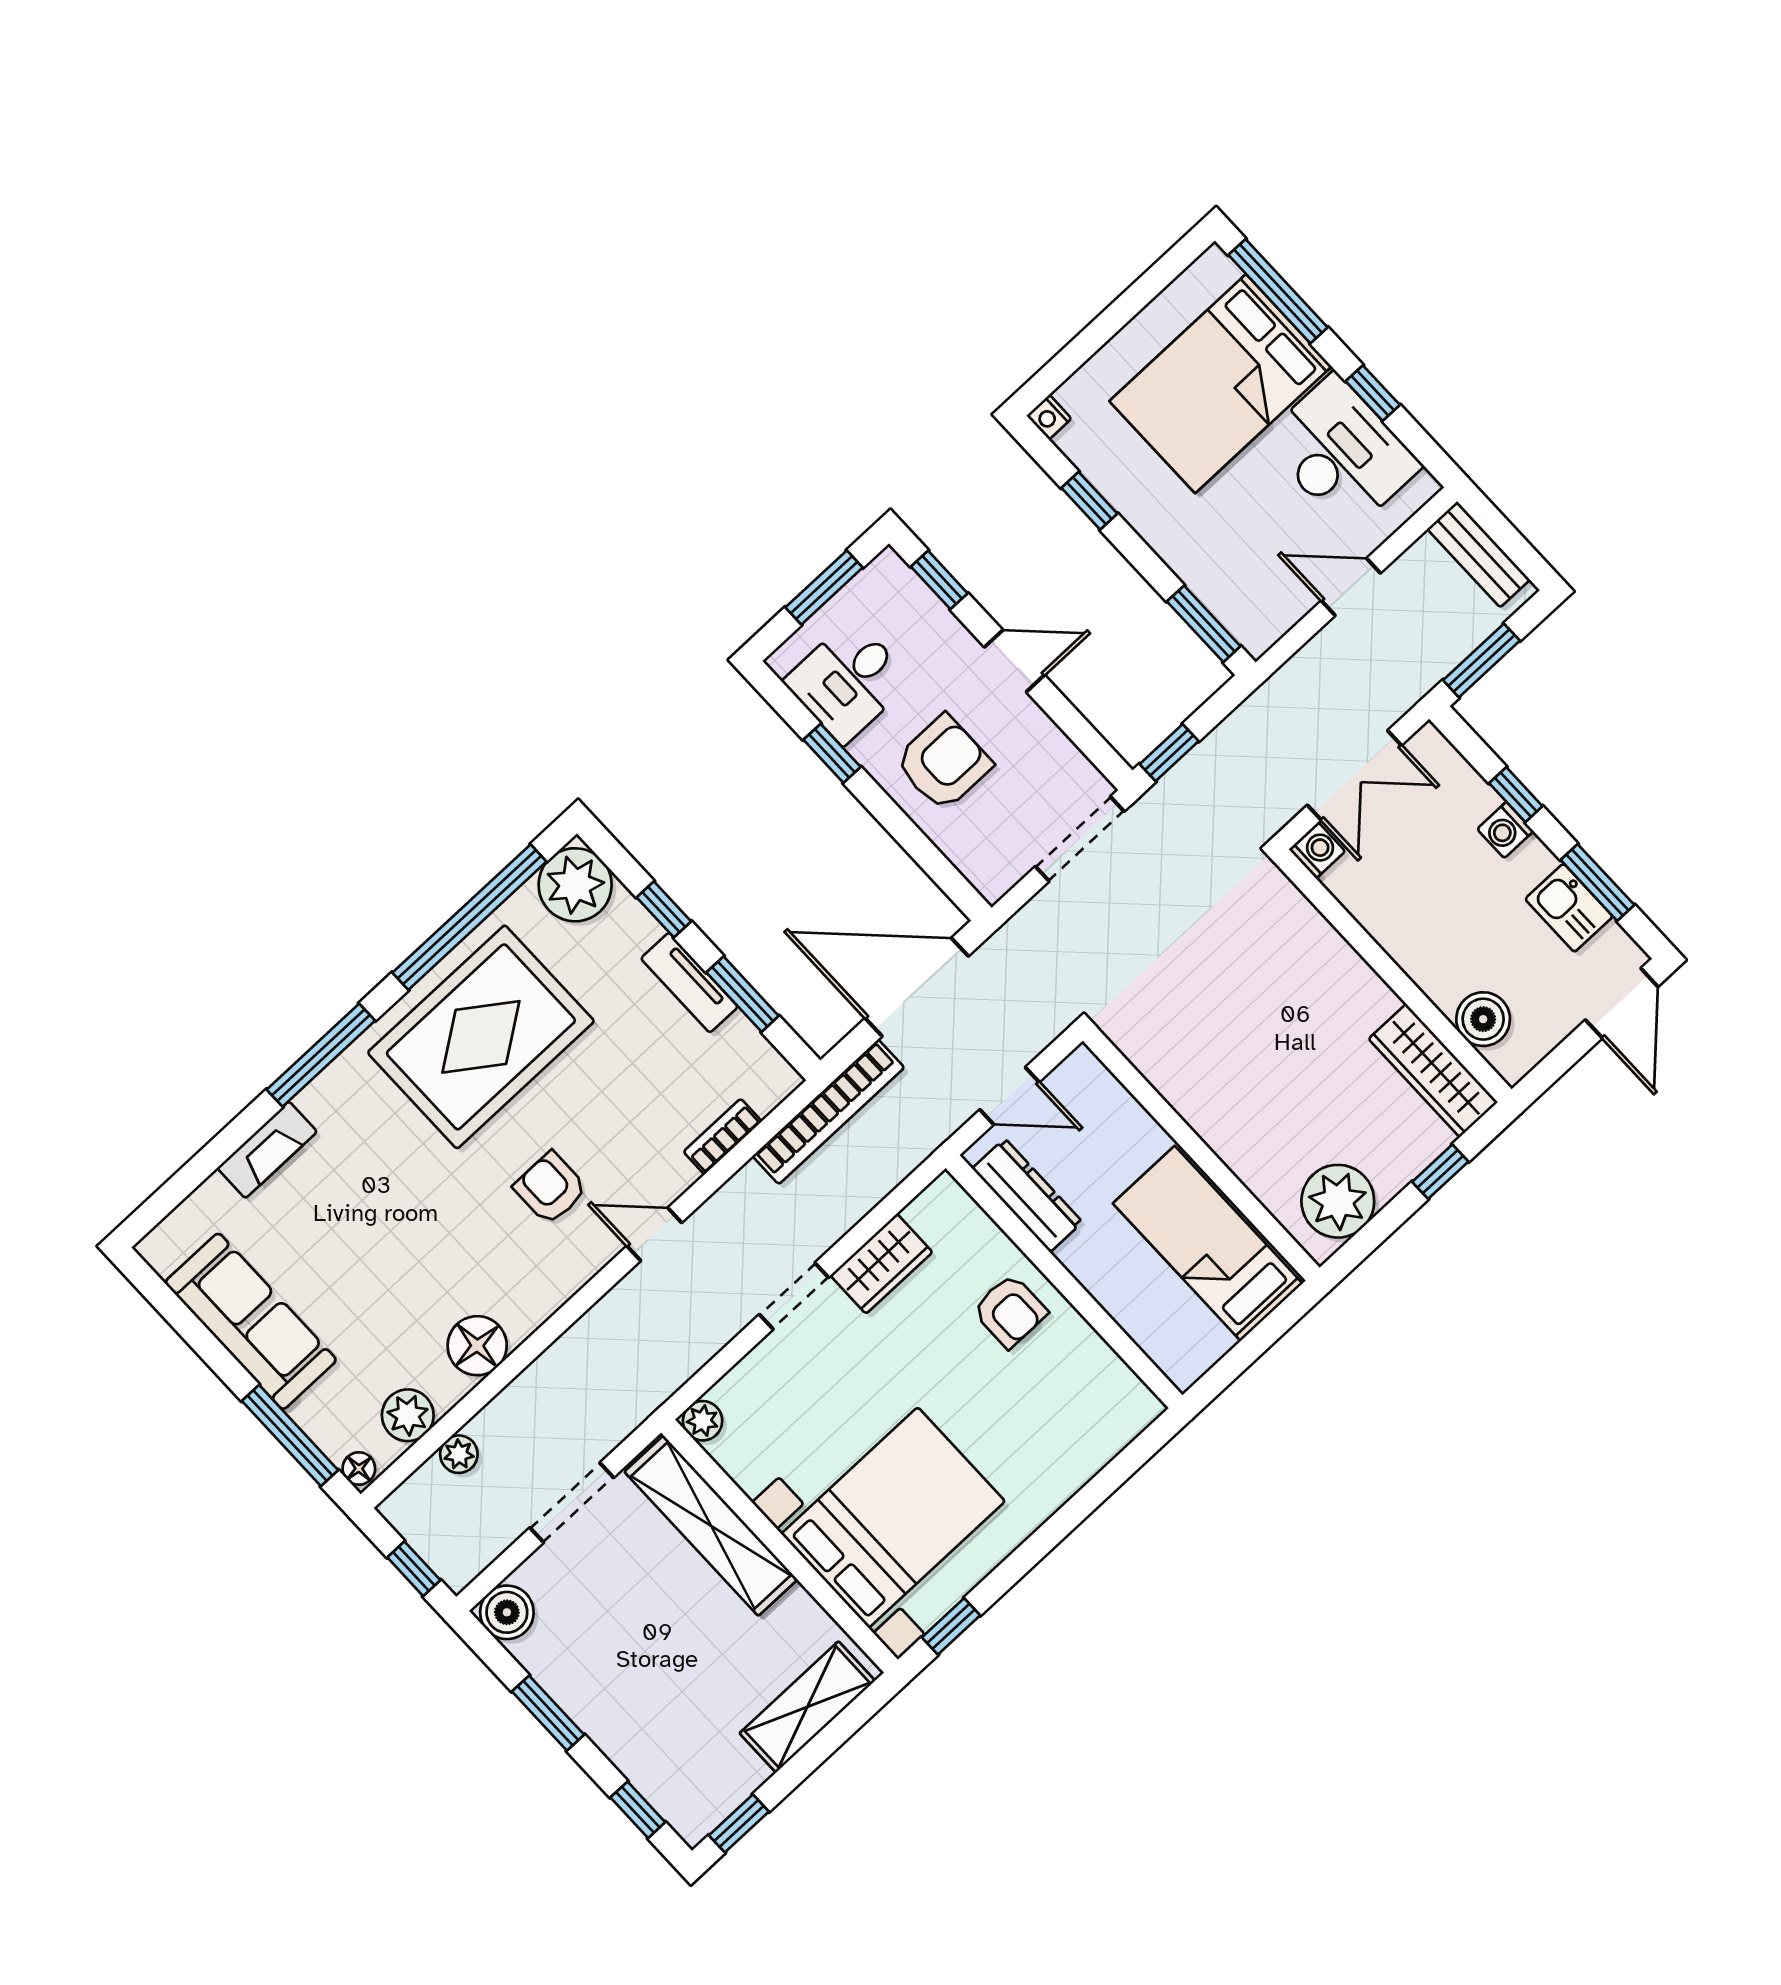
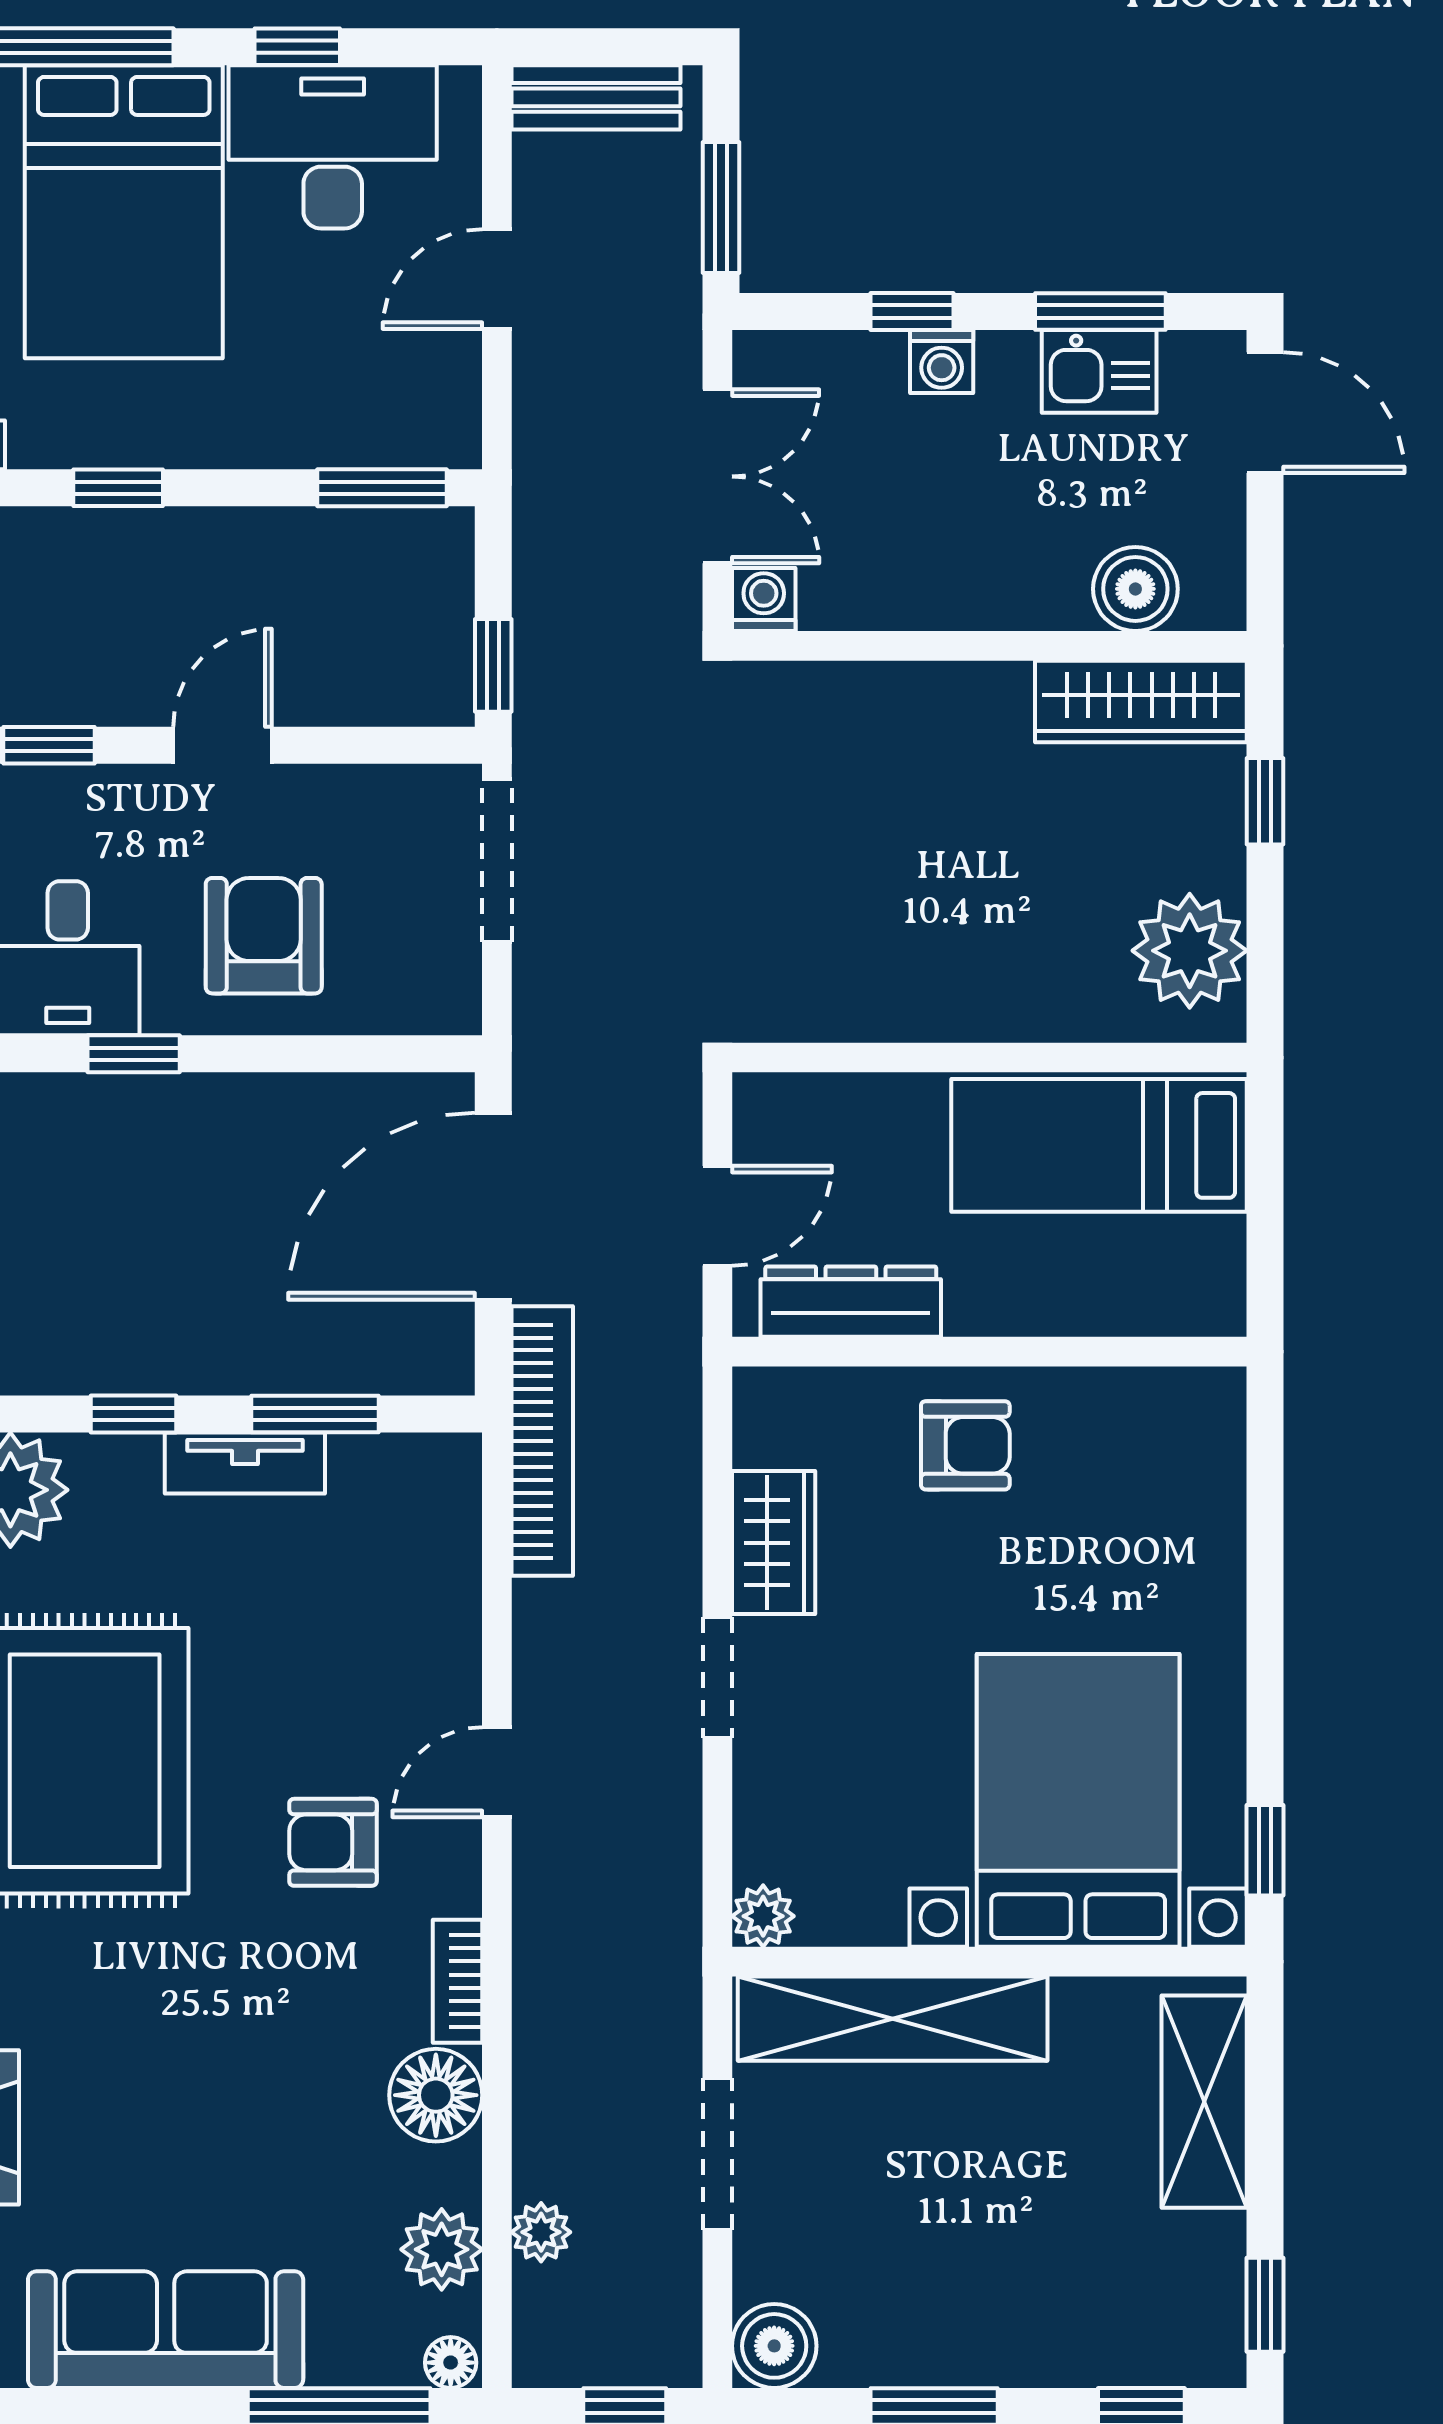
bookcase: (723, 1137) -> (458, 1981), moved

